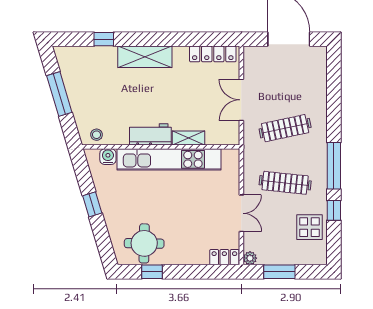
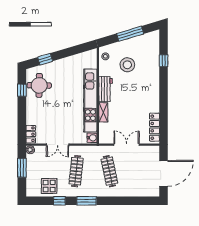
shelving: (145, 57) -> (153, 86), removed
stool: (110, 99) -> (127, 65), added
water cooler: (108, 157) -> (92, 138), moved
window: (334, 166) -> (87, 201), width x0.69
window: (92, 204) -> (45, 59), moved

